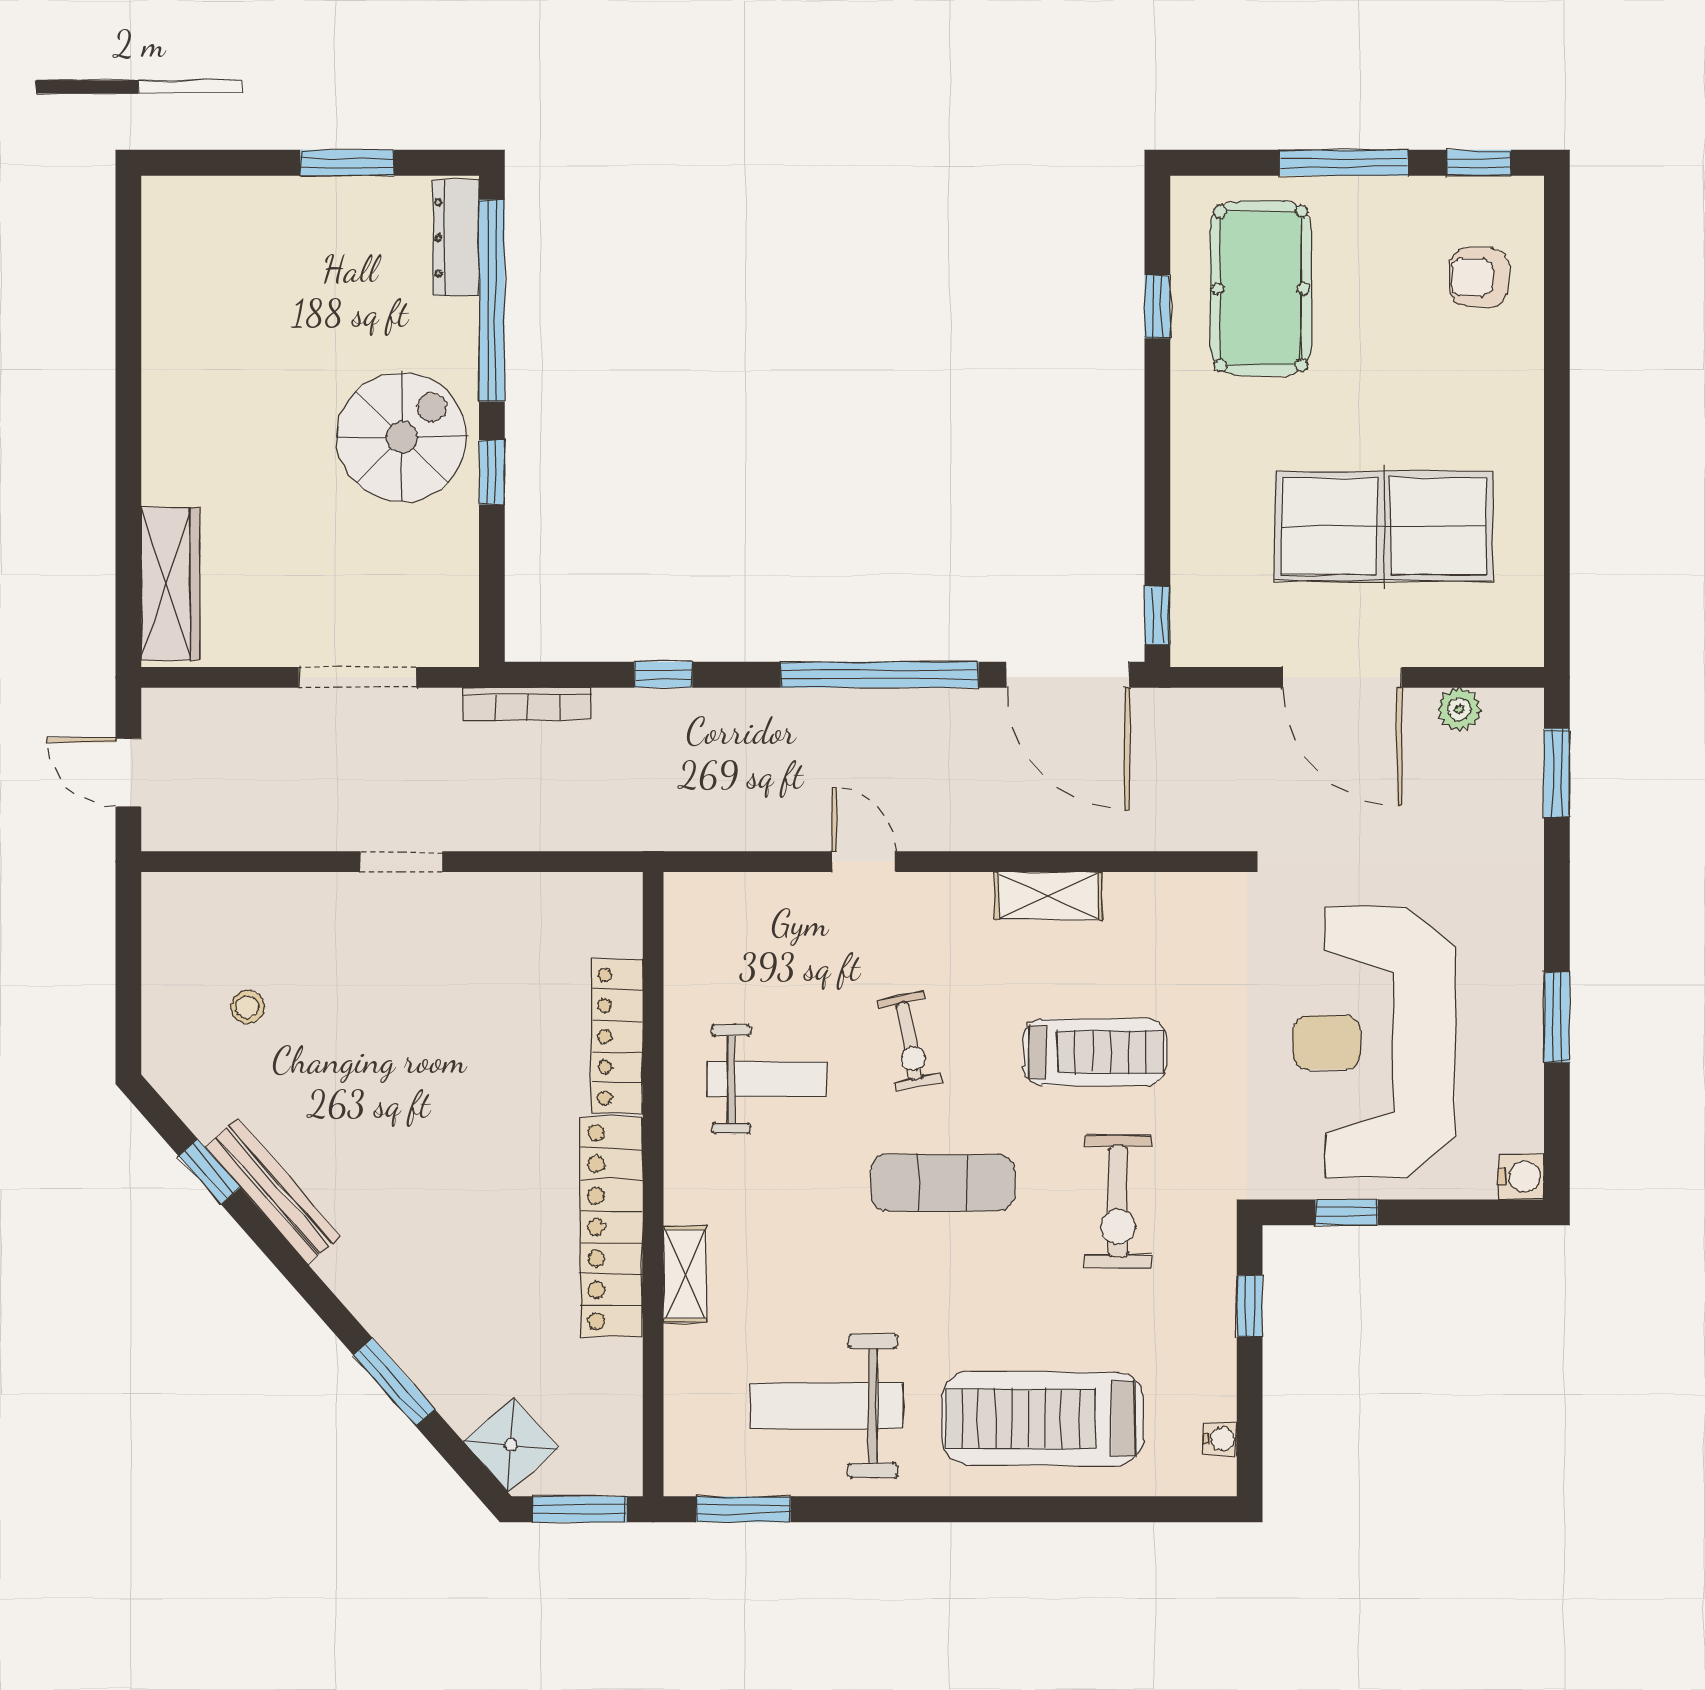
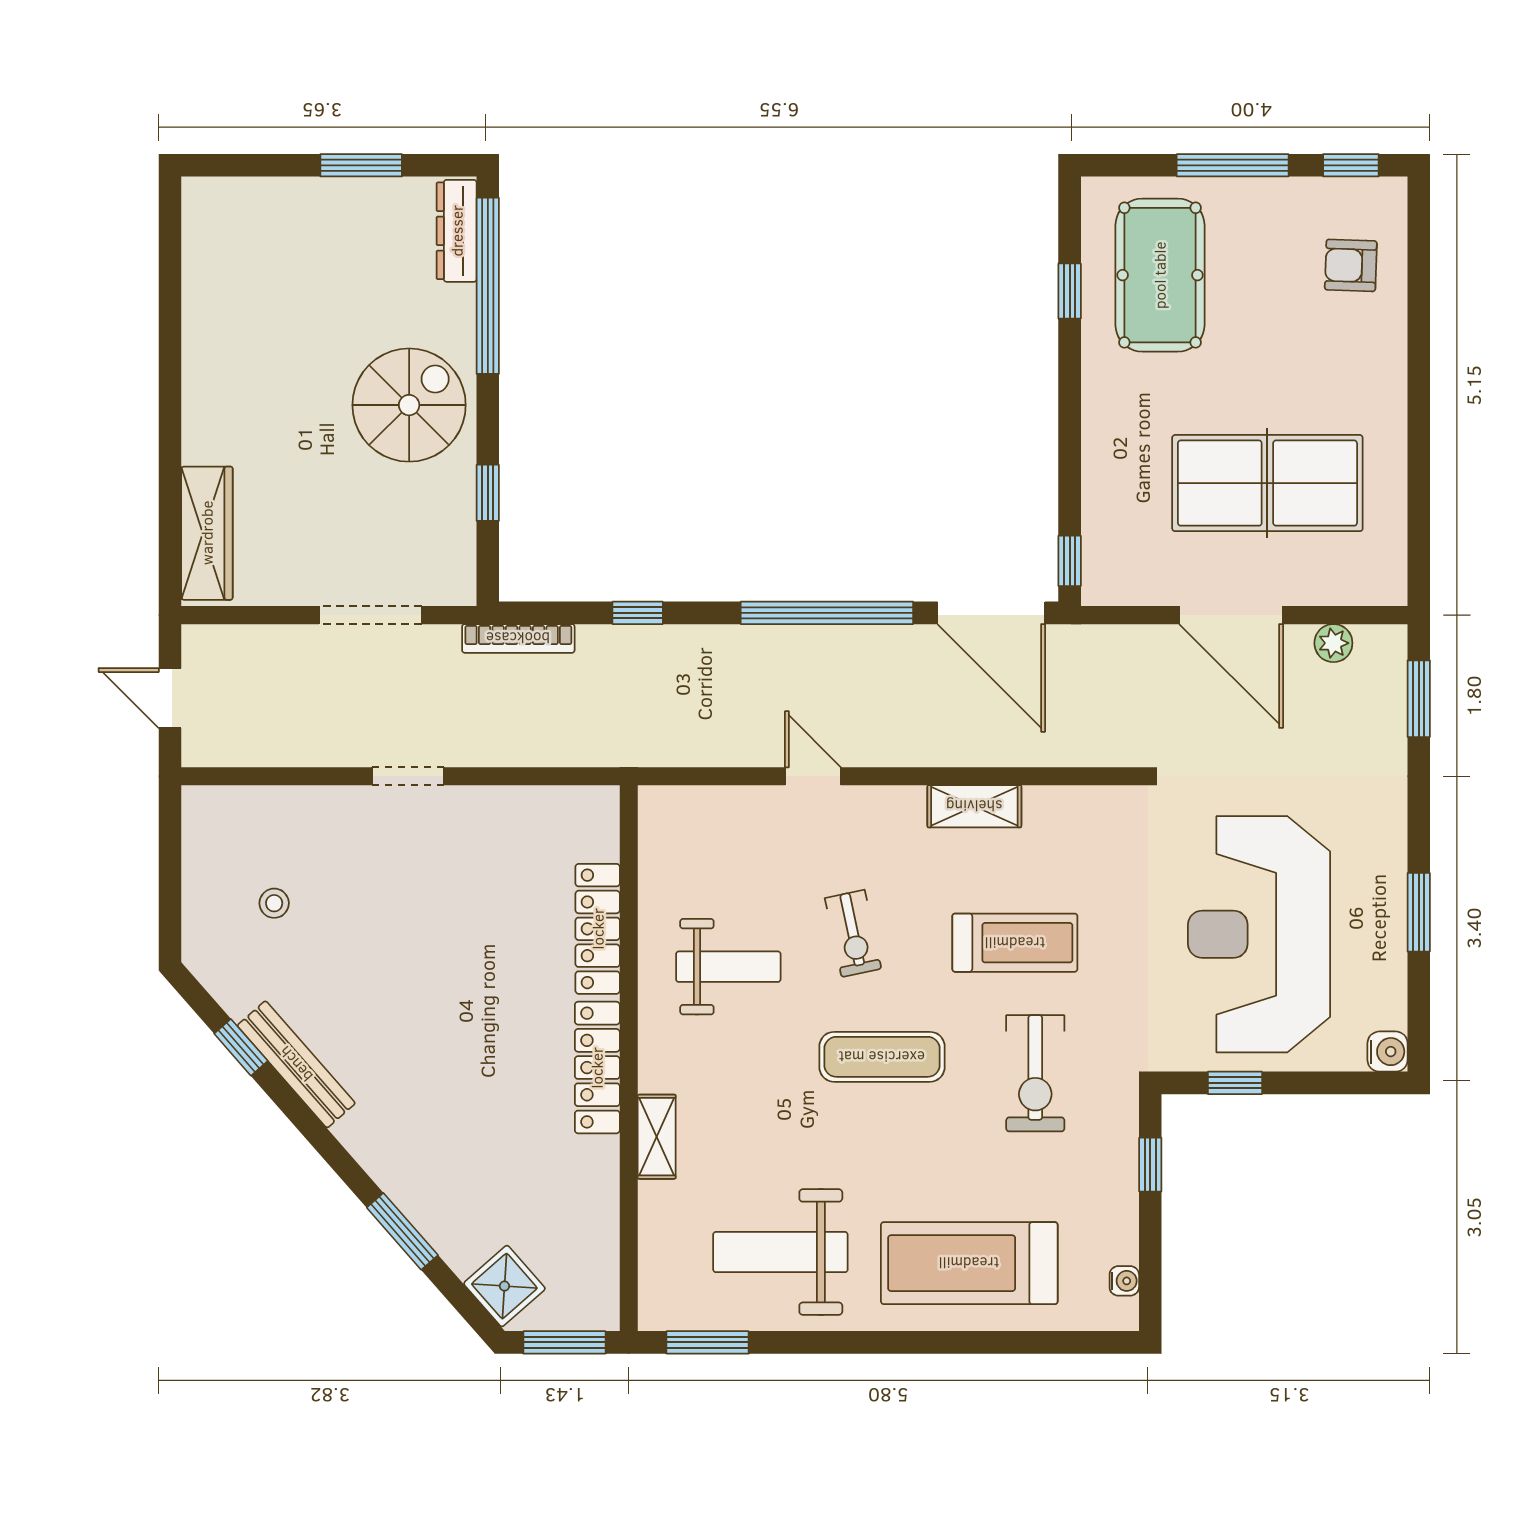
window: (492, 472) -> (488, 493), moved
locker: (612, 1227) -> (597, 1068), width x0.71, depth x0.83

